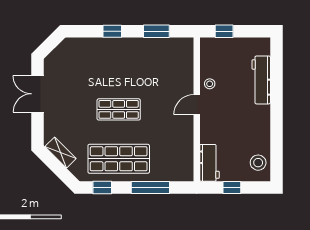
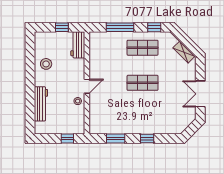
double door: (37, 94) -> (200, 94), swing flipped
shop shelf: (119, 159) -> (143, 48), width x0.70, depth x0.74
stool: (258, 163) -> (46, 64), moved

